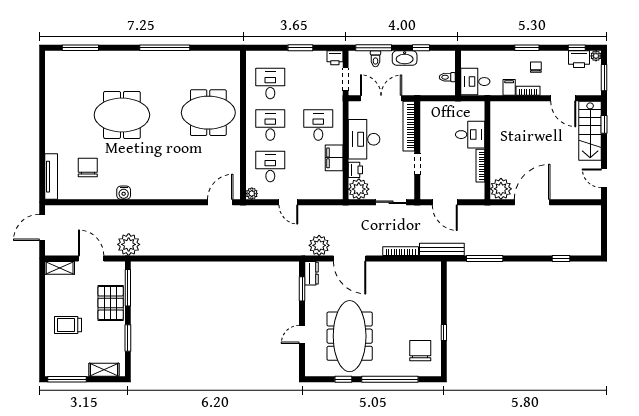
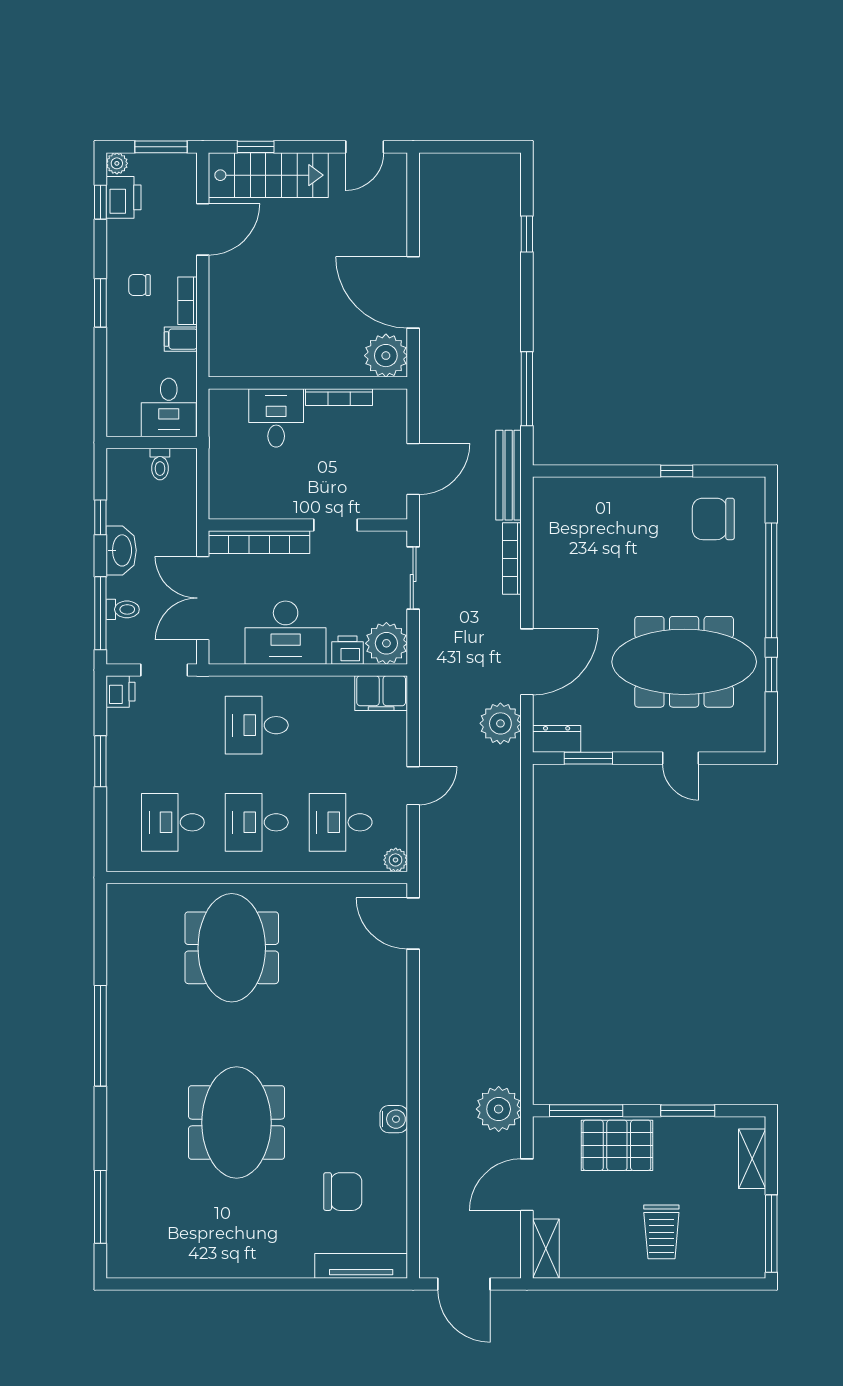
filing cabinet: (334, 158) -> (381, 693), moved
chair: (88, 167) -> (343, 1192), turned 180

